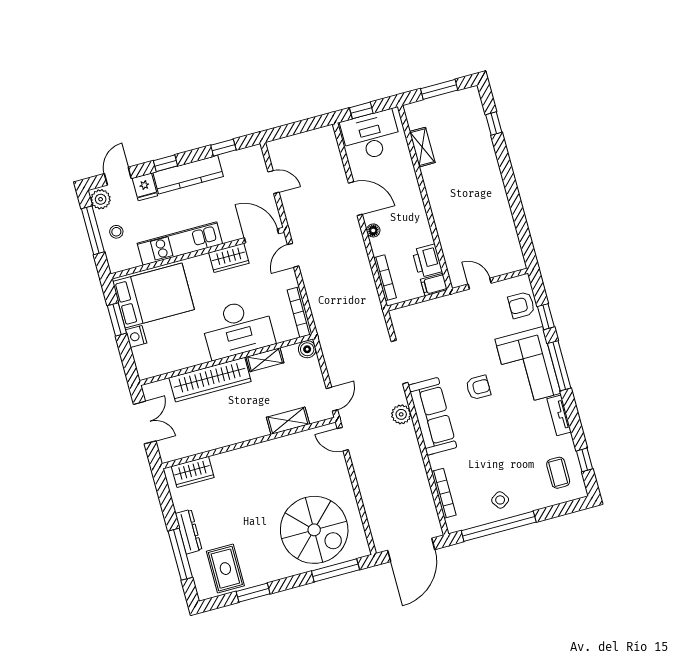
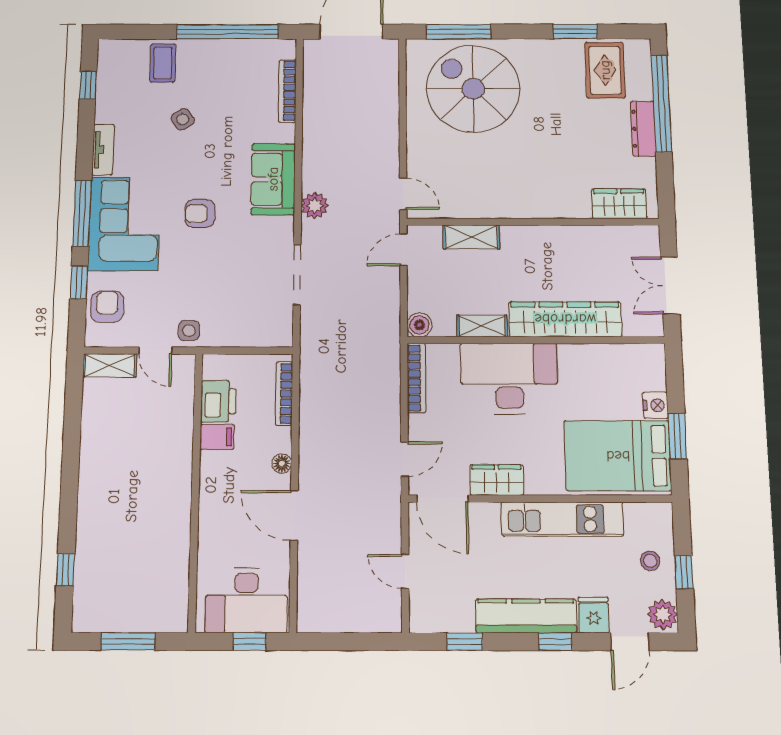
shelving: (422, 147) -> (110, 365), moved, turned 90
window: (93, 230) -> (684, 572), width x0.46
filing cabinet: (434, 285) -> (217, 437), moved
side table: (461, 303) -> (189, 331), added
armchair: (521, 305) -> (107, 307), turned -90
sofa: (433, 416) -> (273, 179), width x0.73
coffee table: (558, 473) -> (163, 63), moved
side table: (500, 500) -> (183, 119), moved
window: (180, 554) -> (661, 103), width x1.46

